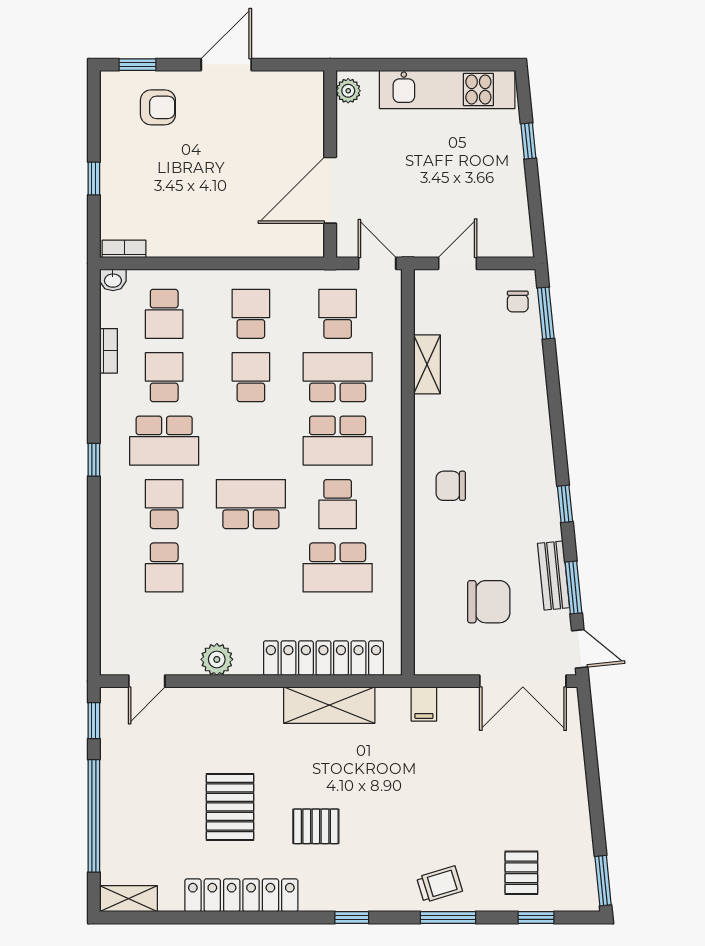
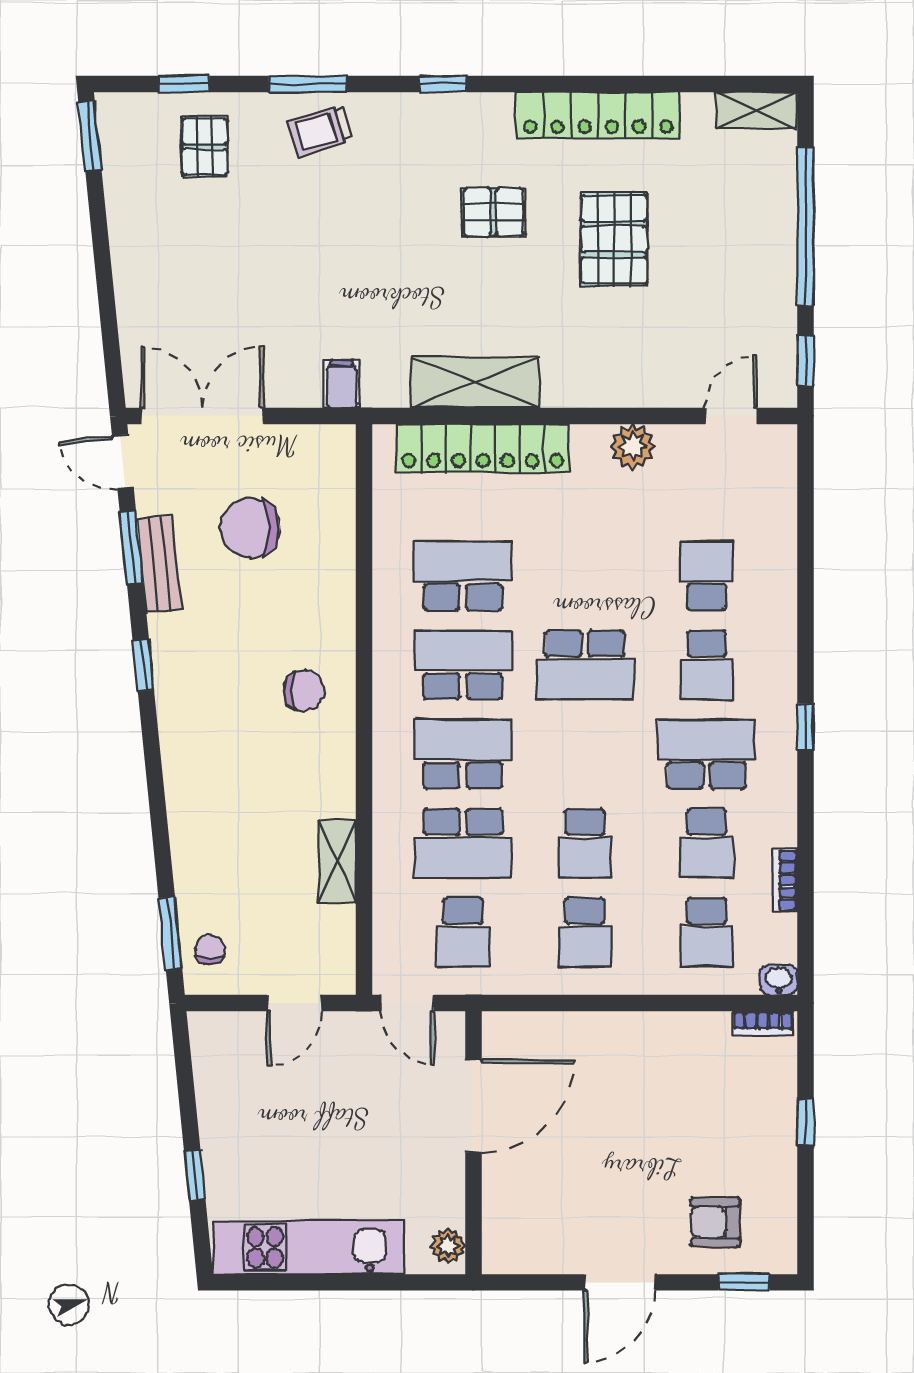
school desk: (164, 314) -> (707, 932), turned 180
school desk: (338, 504) -> (463, 665), width x1.85

